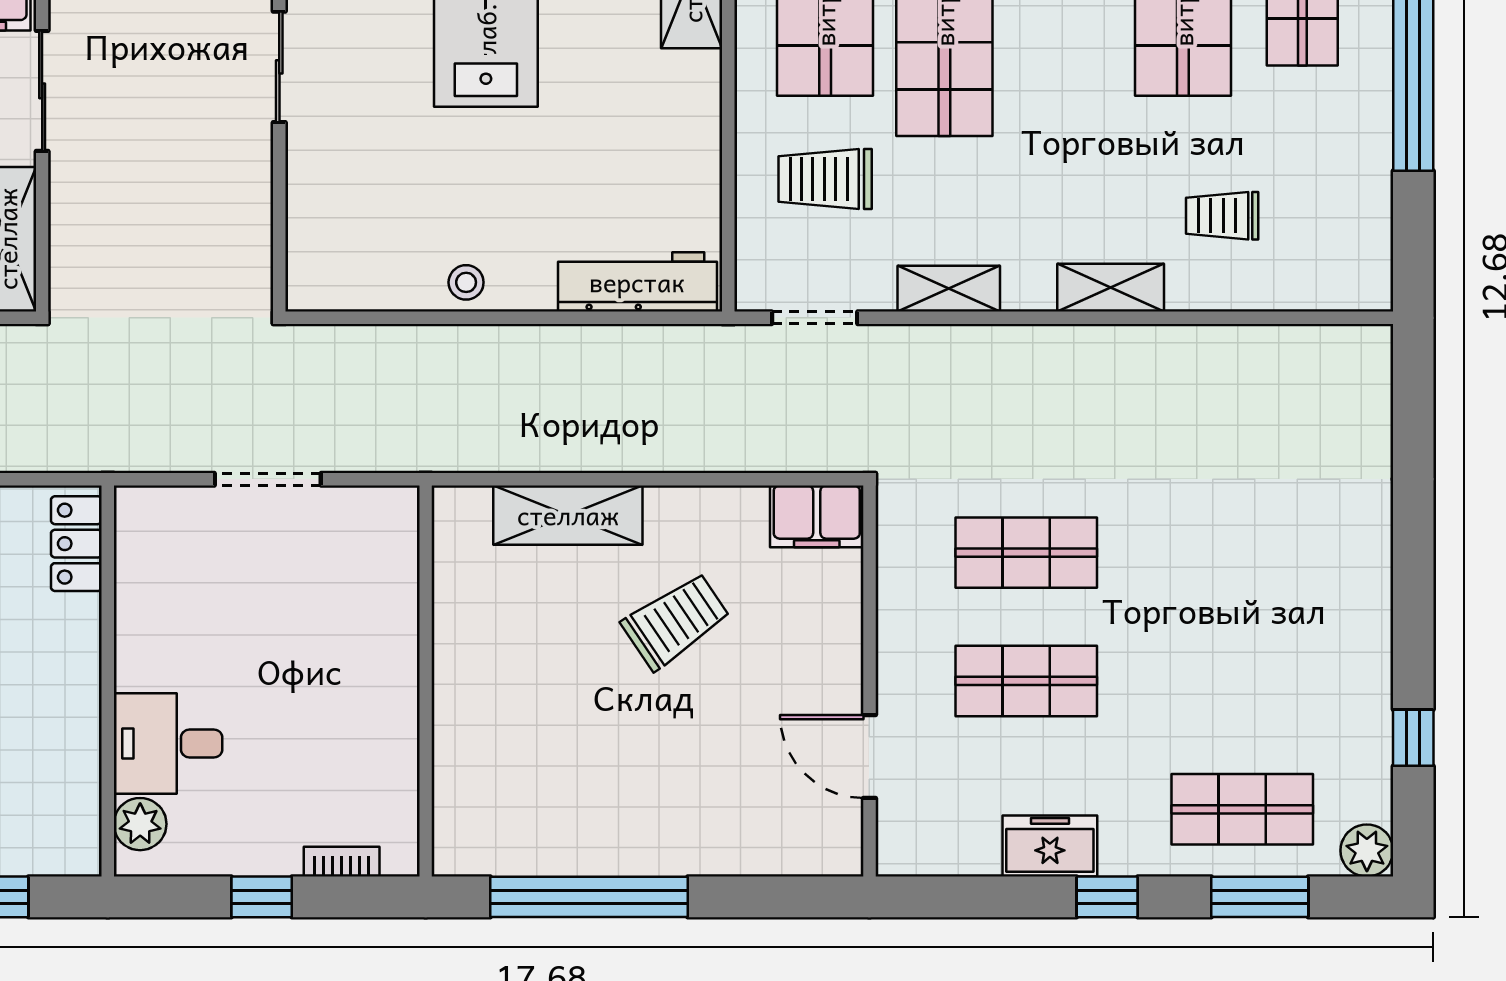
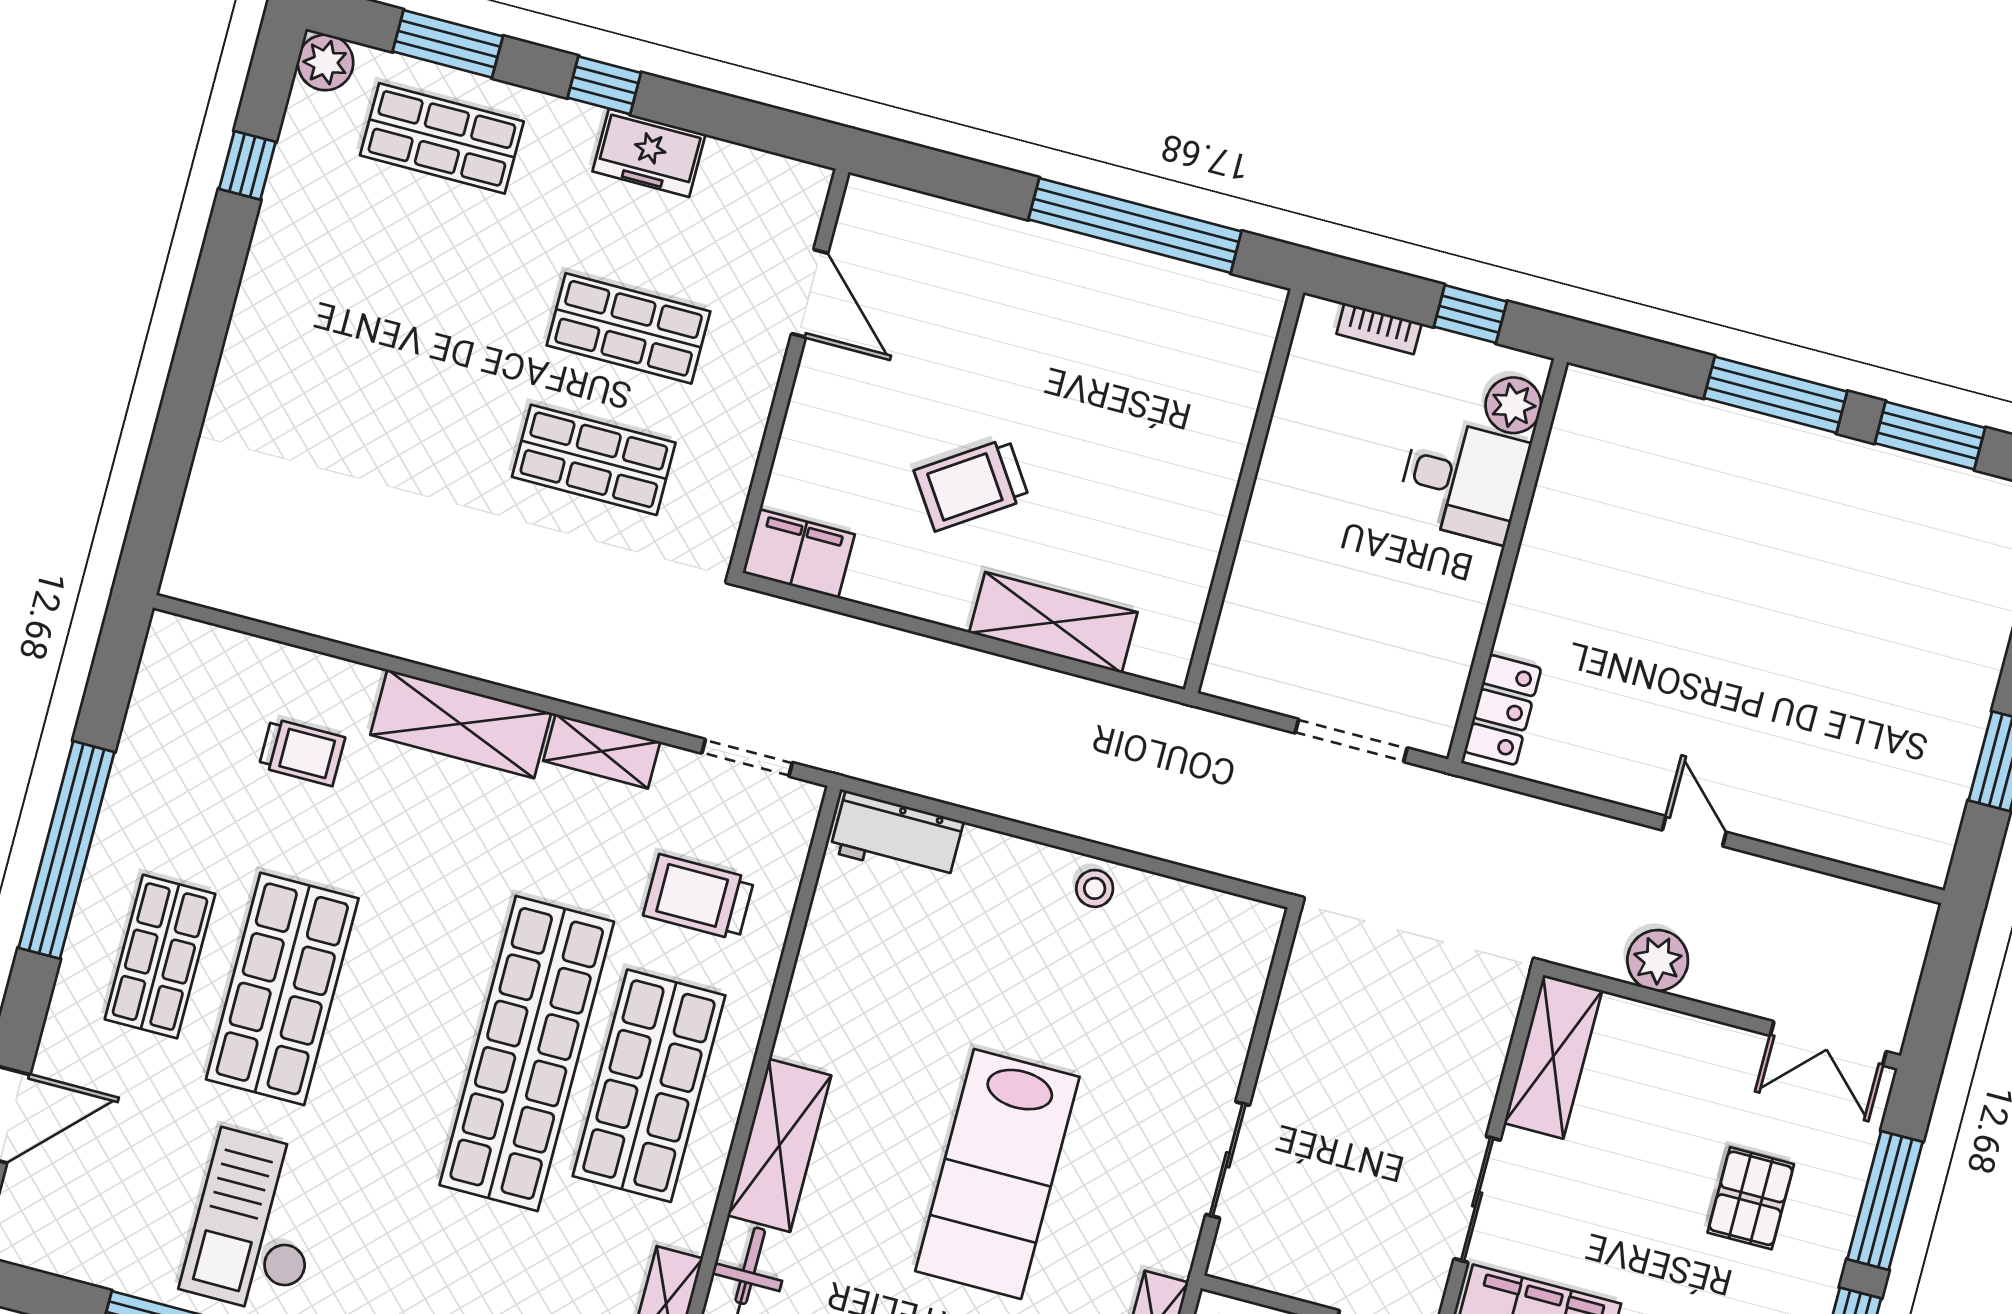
trolley: (825, 179) -> (699, 897), turned 180
workbench: (637, 282) -> (897, 837), width x0.73
shelving: (1111, 288) -> (461, 724), width x1.50, depth x1.33
locker: (76, 544) -> (1503, 710), moved
wall: (108, 681) -> (1508, 561), moved
desk: (168, 744) -> (1463, 480), moved
plant: (140, 824) -> (1513, 405), moved

